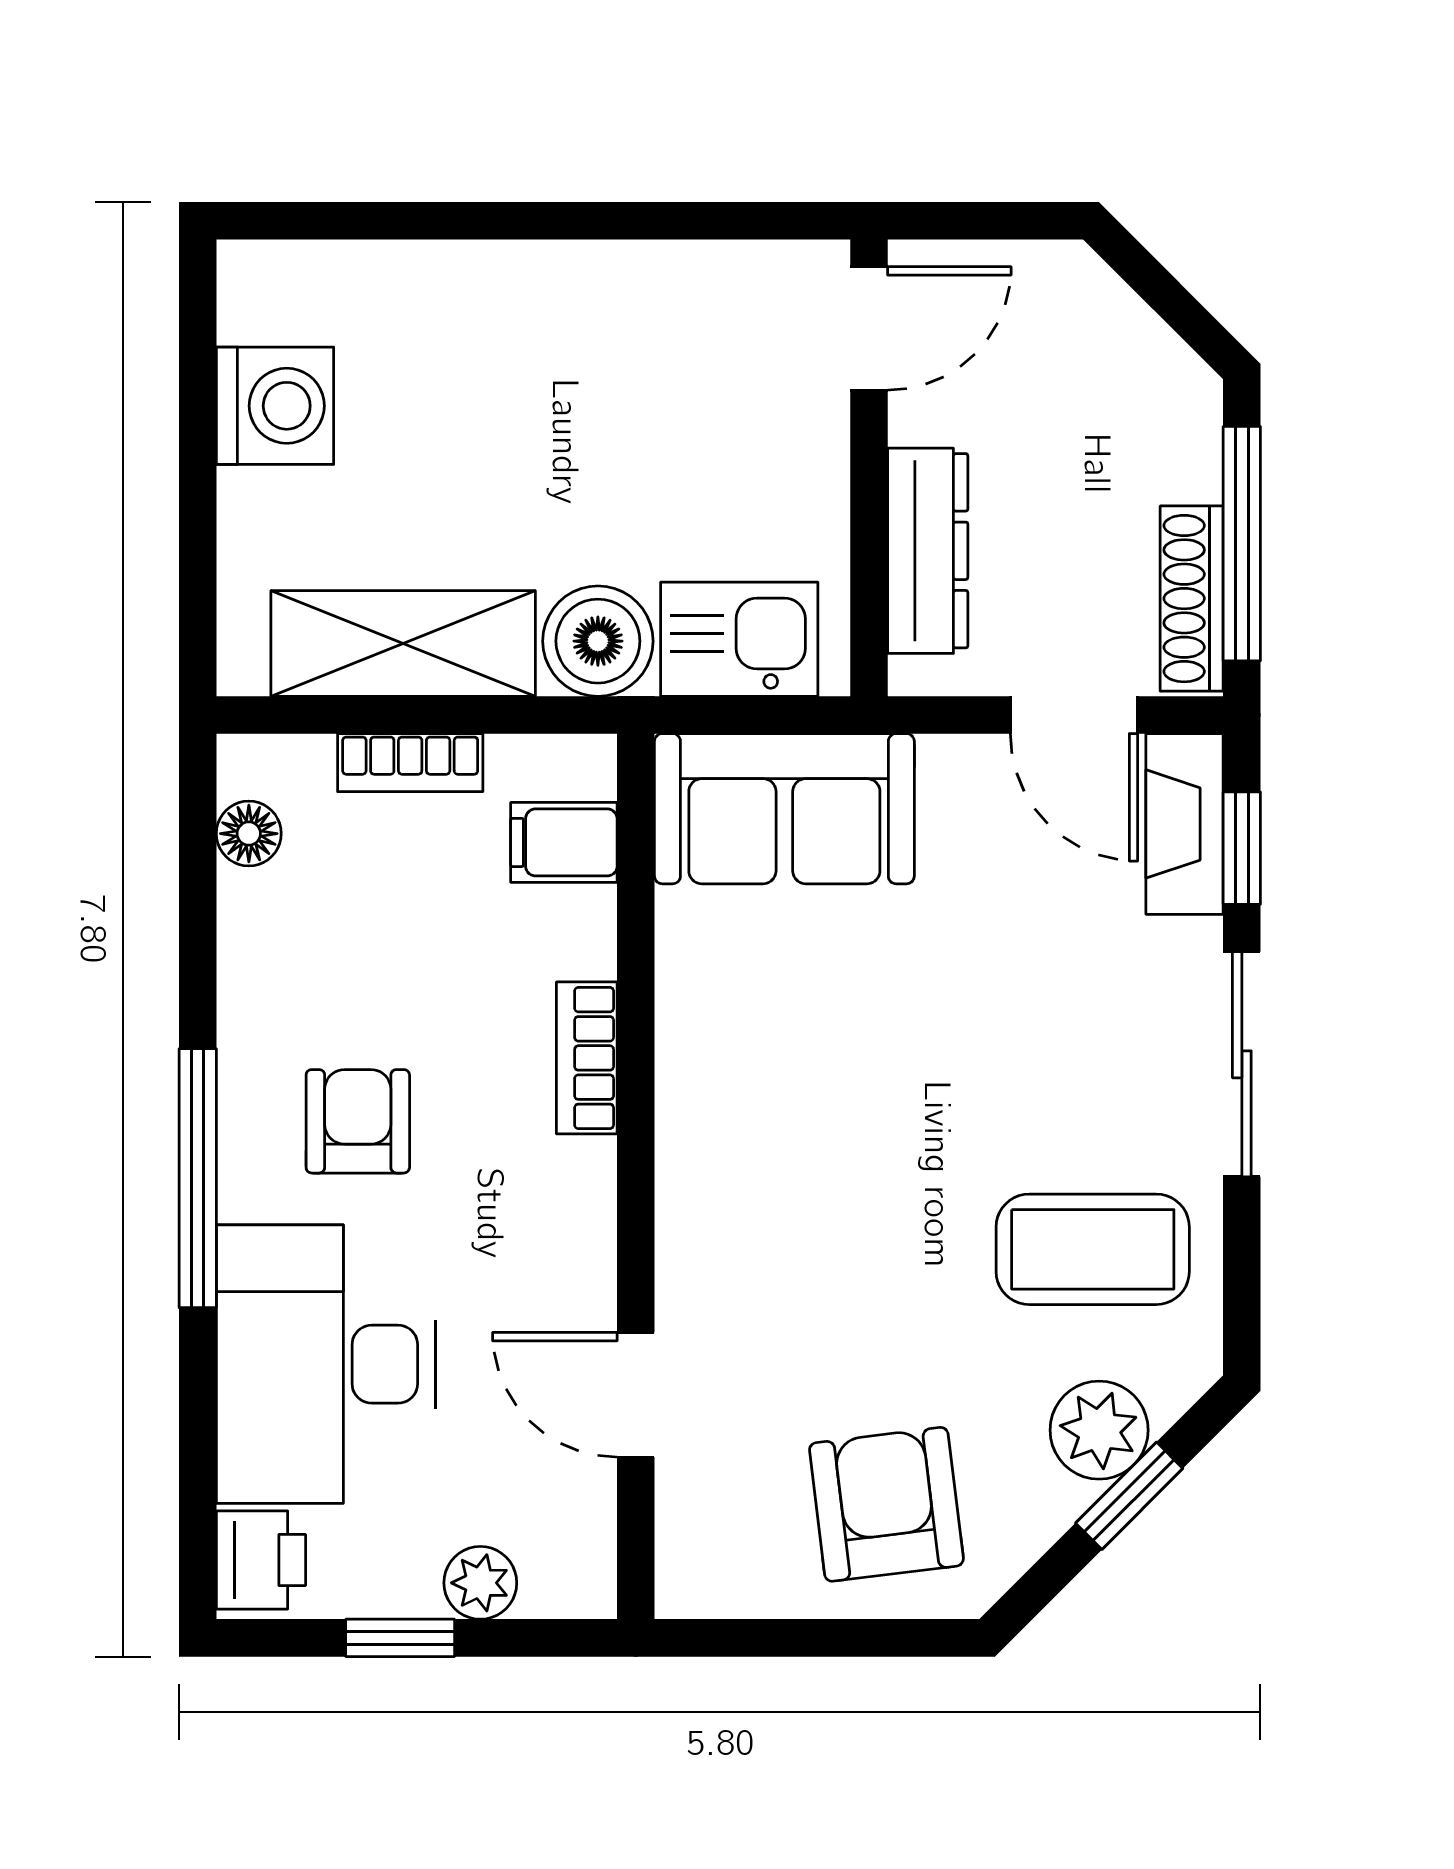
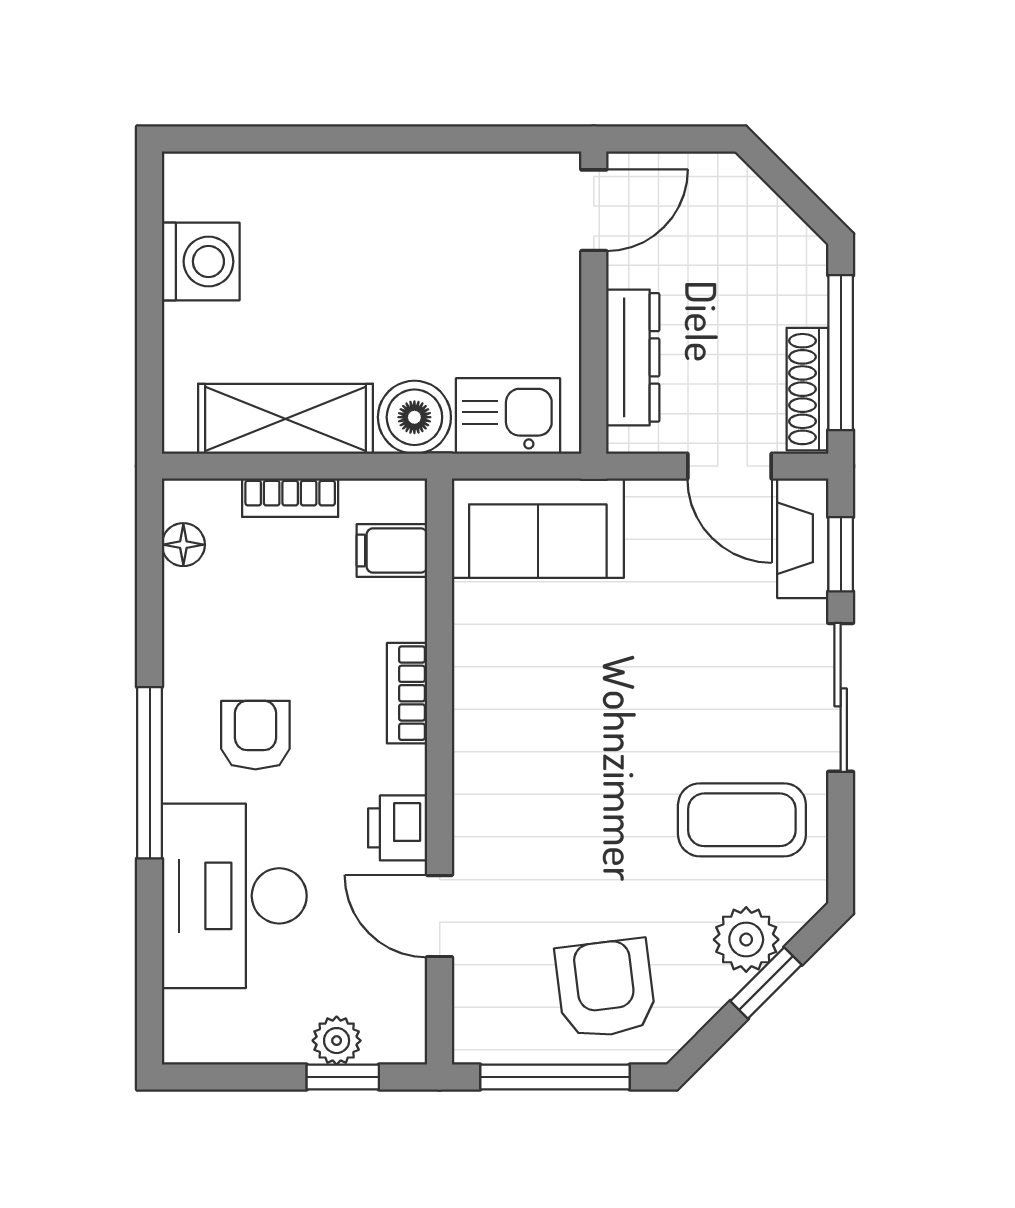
printer: (261, 1560) -> (398, 828), moved, turned 180
window: (400, 1638) -> (343, 1077), moved
window: (810, 1638) -> (555, 1077), added

